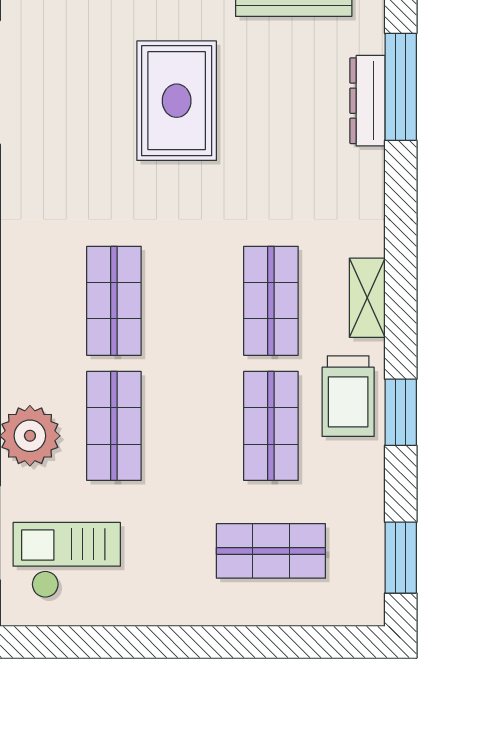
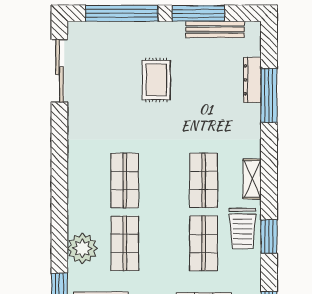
window: (401, 87) -> (269, 95), moved
rug: (177, 101) -> (156, 80), width x0.73, depth x0.70

